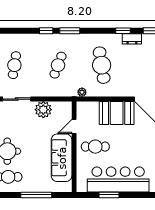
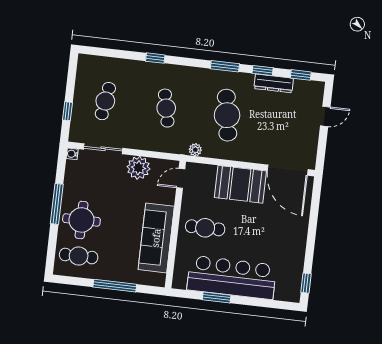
window: (70, 31) -> (225, 66), moved
dresser: (132, 39) -> (274, 83), width x1.44
cafe table: (58, 65) -> (166, 108), turned -33
door: (74, 126) -> (181, 178), moved

